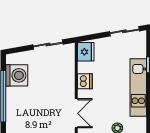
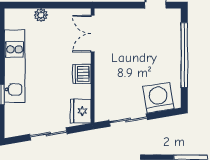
sliding door: (124, 31) -> (48, 134), moved
washing machine: (17, 75) -> (158, 98), moved, turned 80

